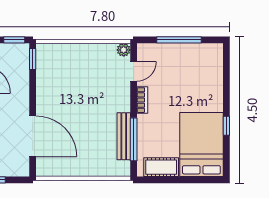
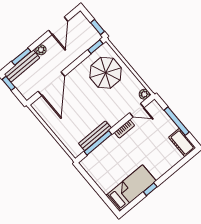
parasol: (68, 71) -> (106, 73), added
bed: (201, 144) -> (131, 188), width x0.67
cot: (161, 167) -> (182, 142), moved

